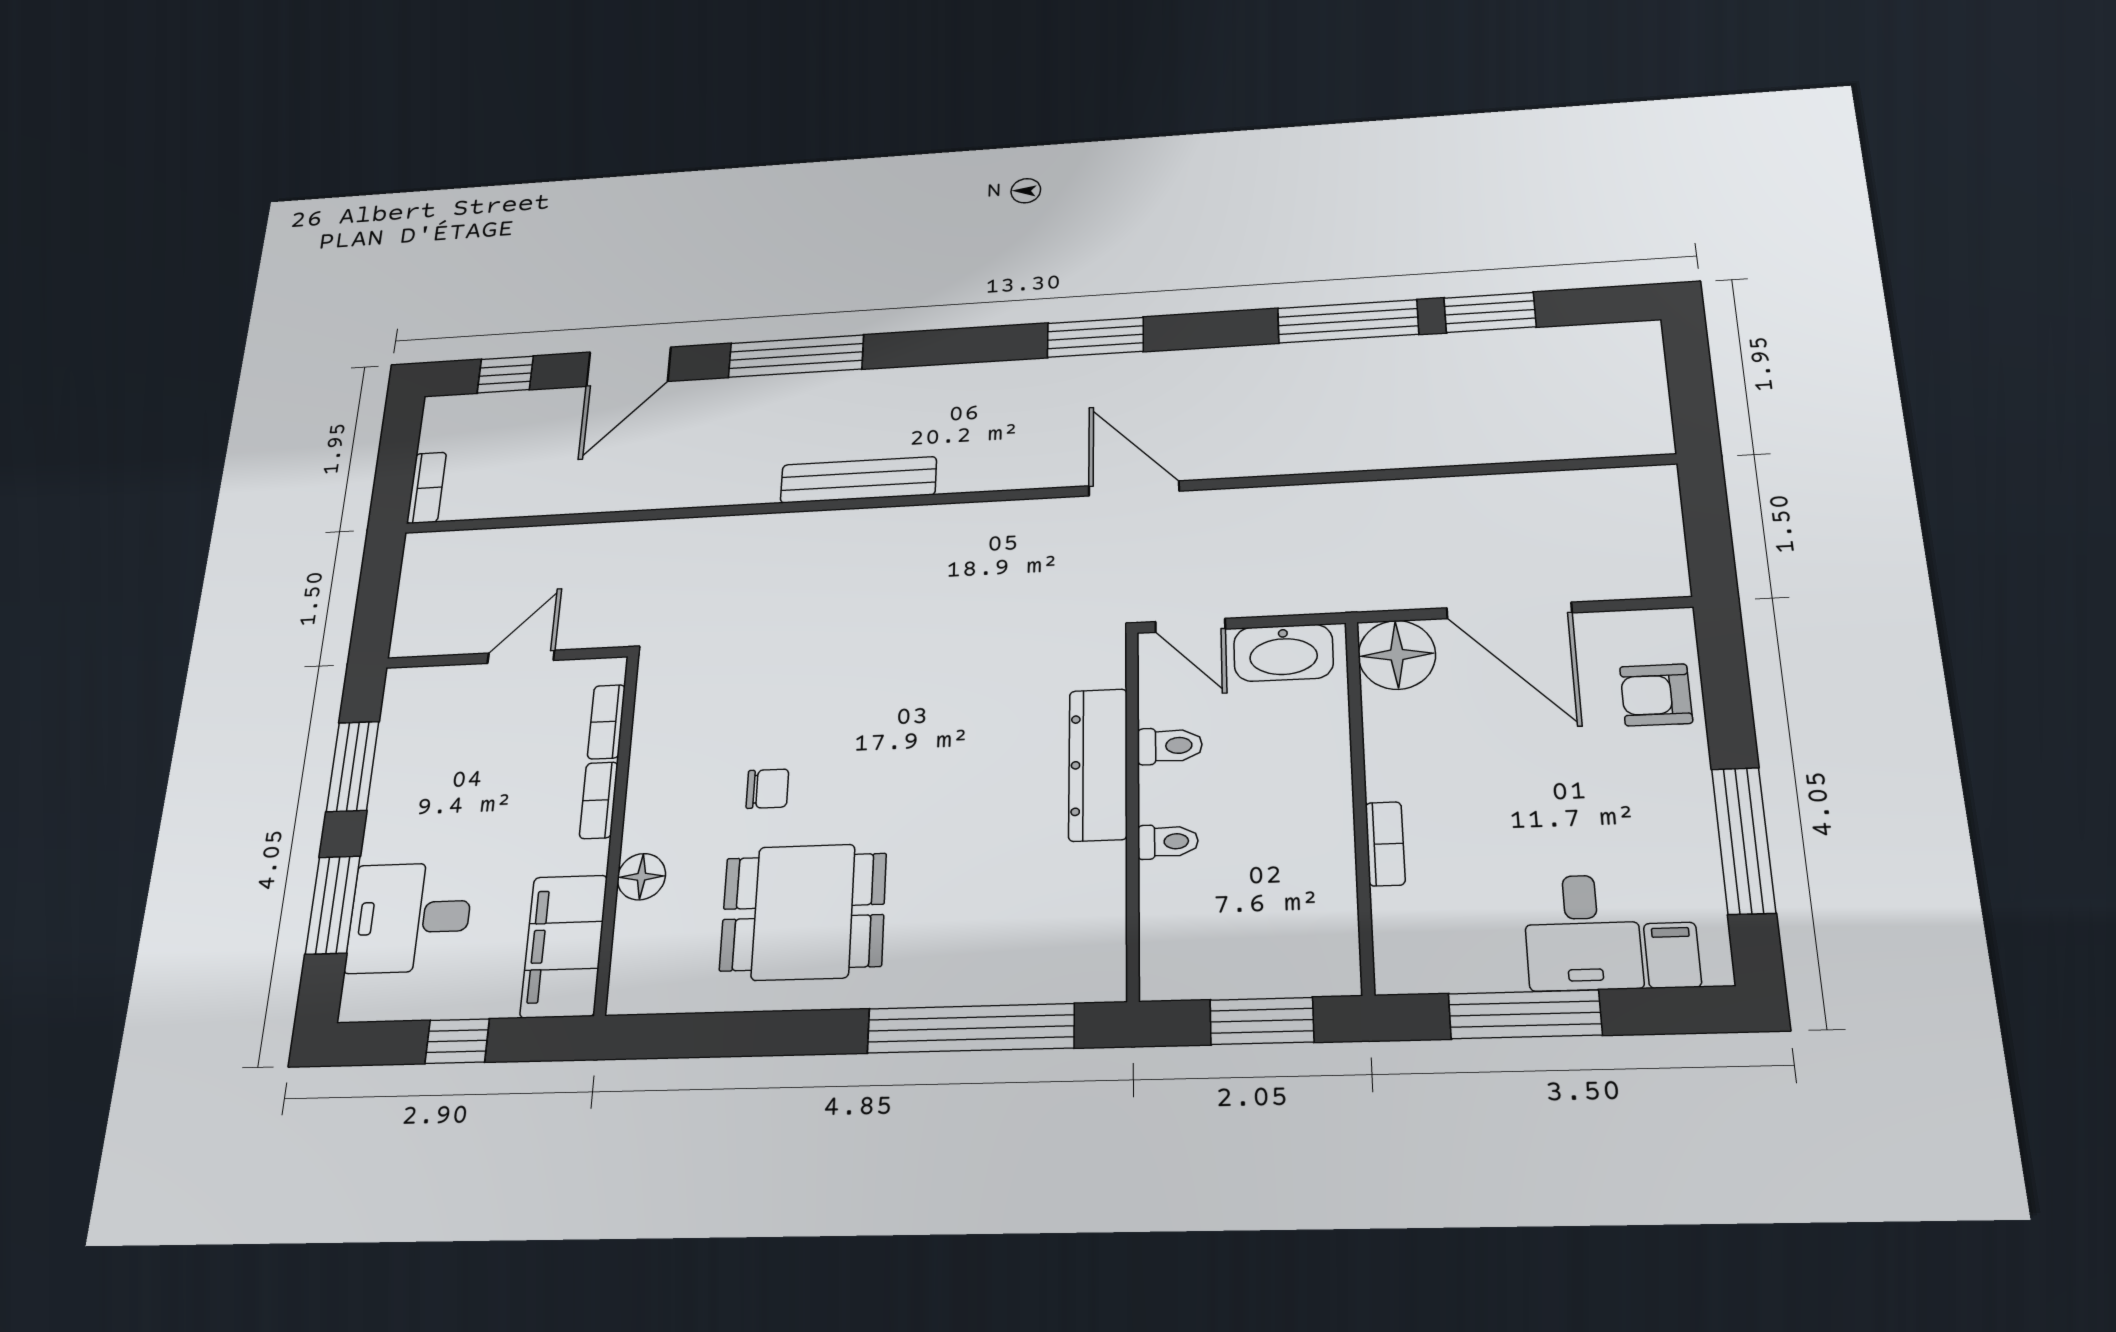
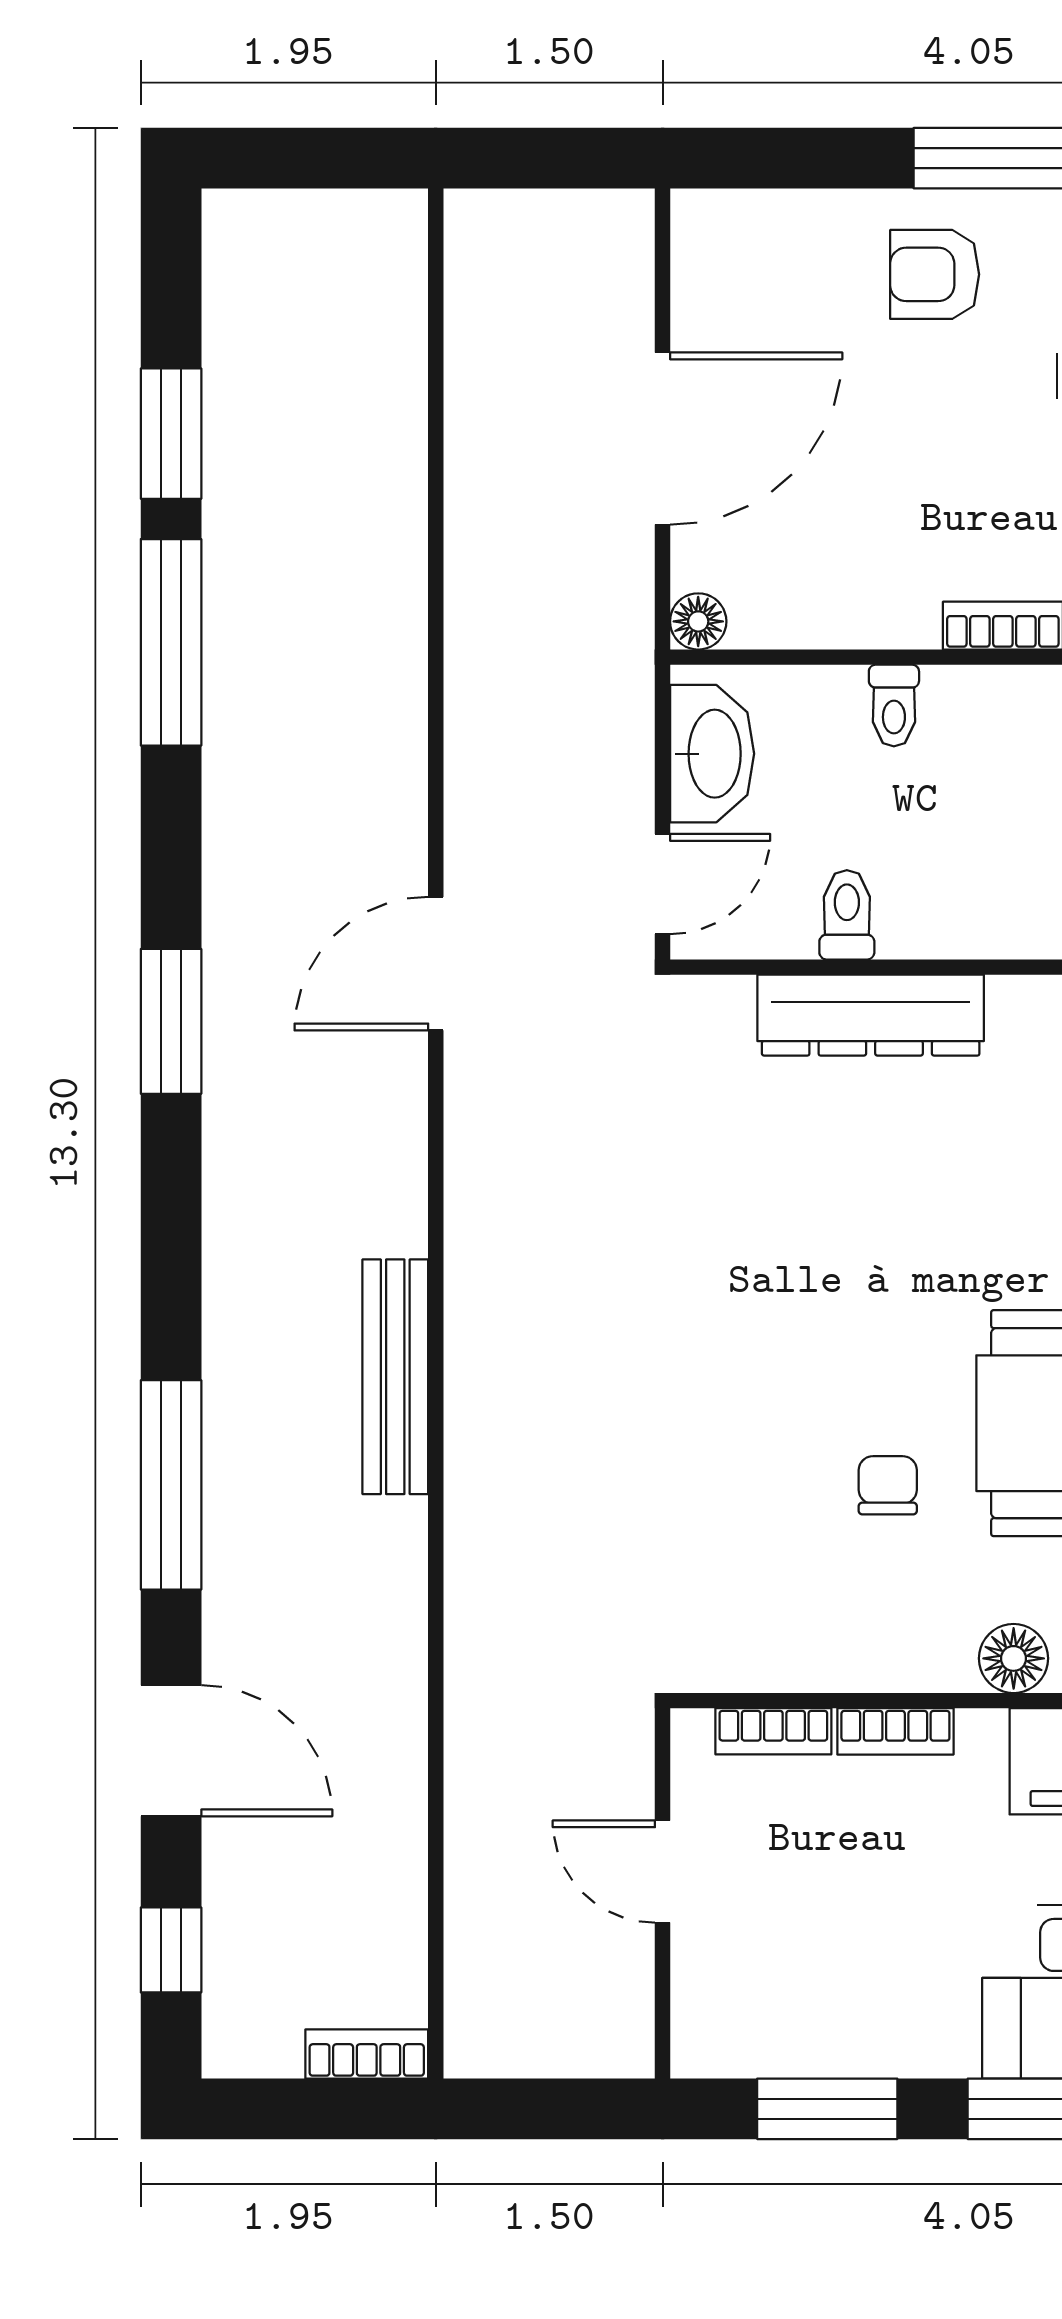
floor lamp: (1397, 655) -> (698, 621), width x0.53, depth x0.53
armchair: (1656, 695) -> (935, 274), moved, turned 90
toilet: (1168, 842) -> (894, 706), moved, turned 180

